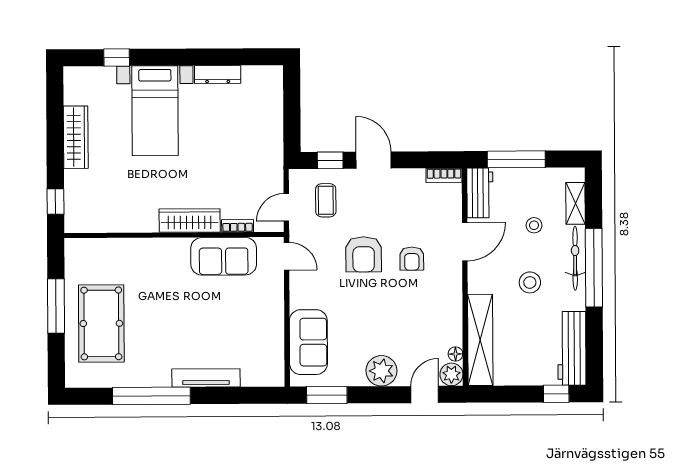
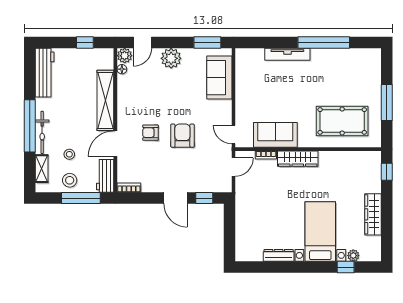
plant: (105, 75) -> (353, 256), added
coffee table: (326, 200) -> (207, 172), removed
armchair: (412, 259) -> (151, 133), turned -90
stool: (530, 282) -> (70, 180), moved
pool table: (101, 323) -> (342, 121), moved, turned 90
shelving: (480, 340) -> (105, 100), moved
window: (556, 394) -> (85, 42), moved

